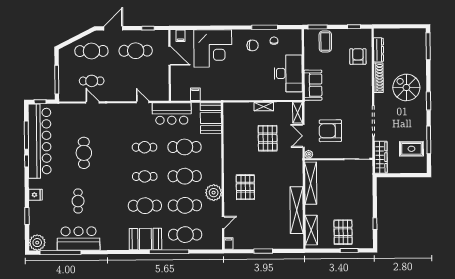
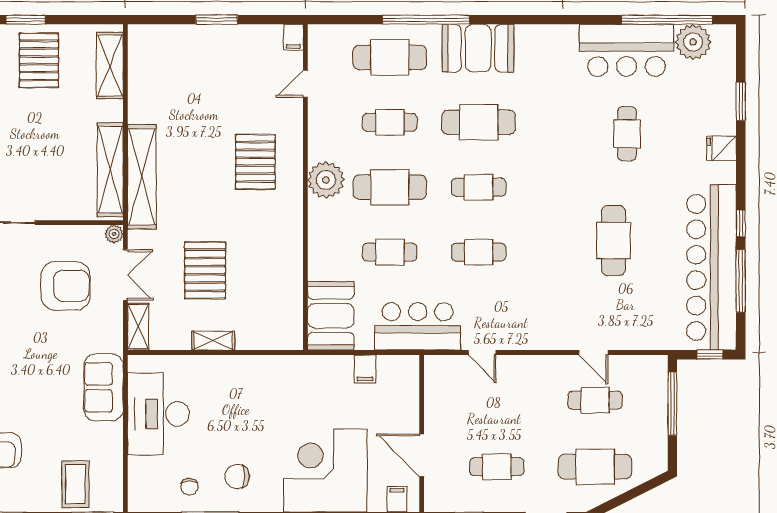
cafe table: (136, 51) -> (497, 467), width x0.73, depth x0.74
cafe table: (185, 147) -> (390, 252), width x0.73, depth x0.74
plant: (214, 193) -> (326, 180), moved
cafe table: (185, 205) -> (390, 122), width x0.73, depth x0.74
shelving: (297, 210) -> (142, 177), moved
plant: (37, 243) -> (693, 42), moved

